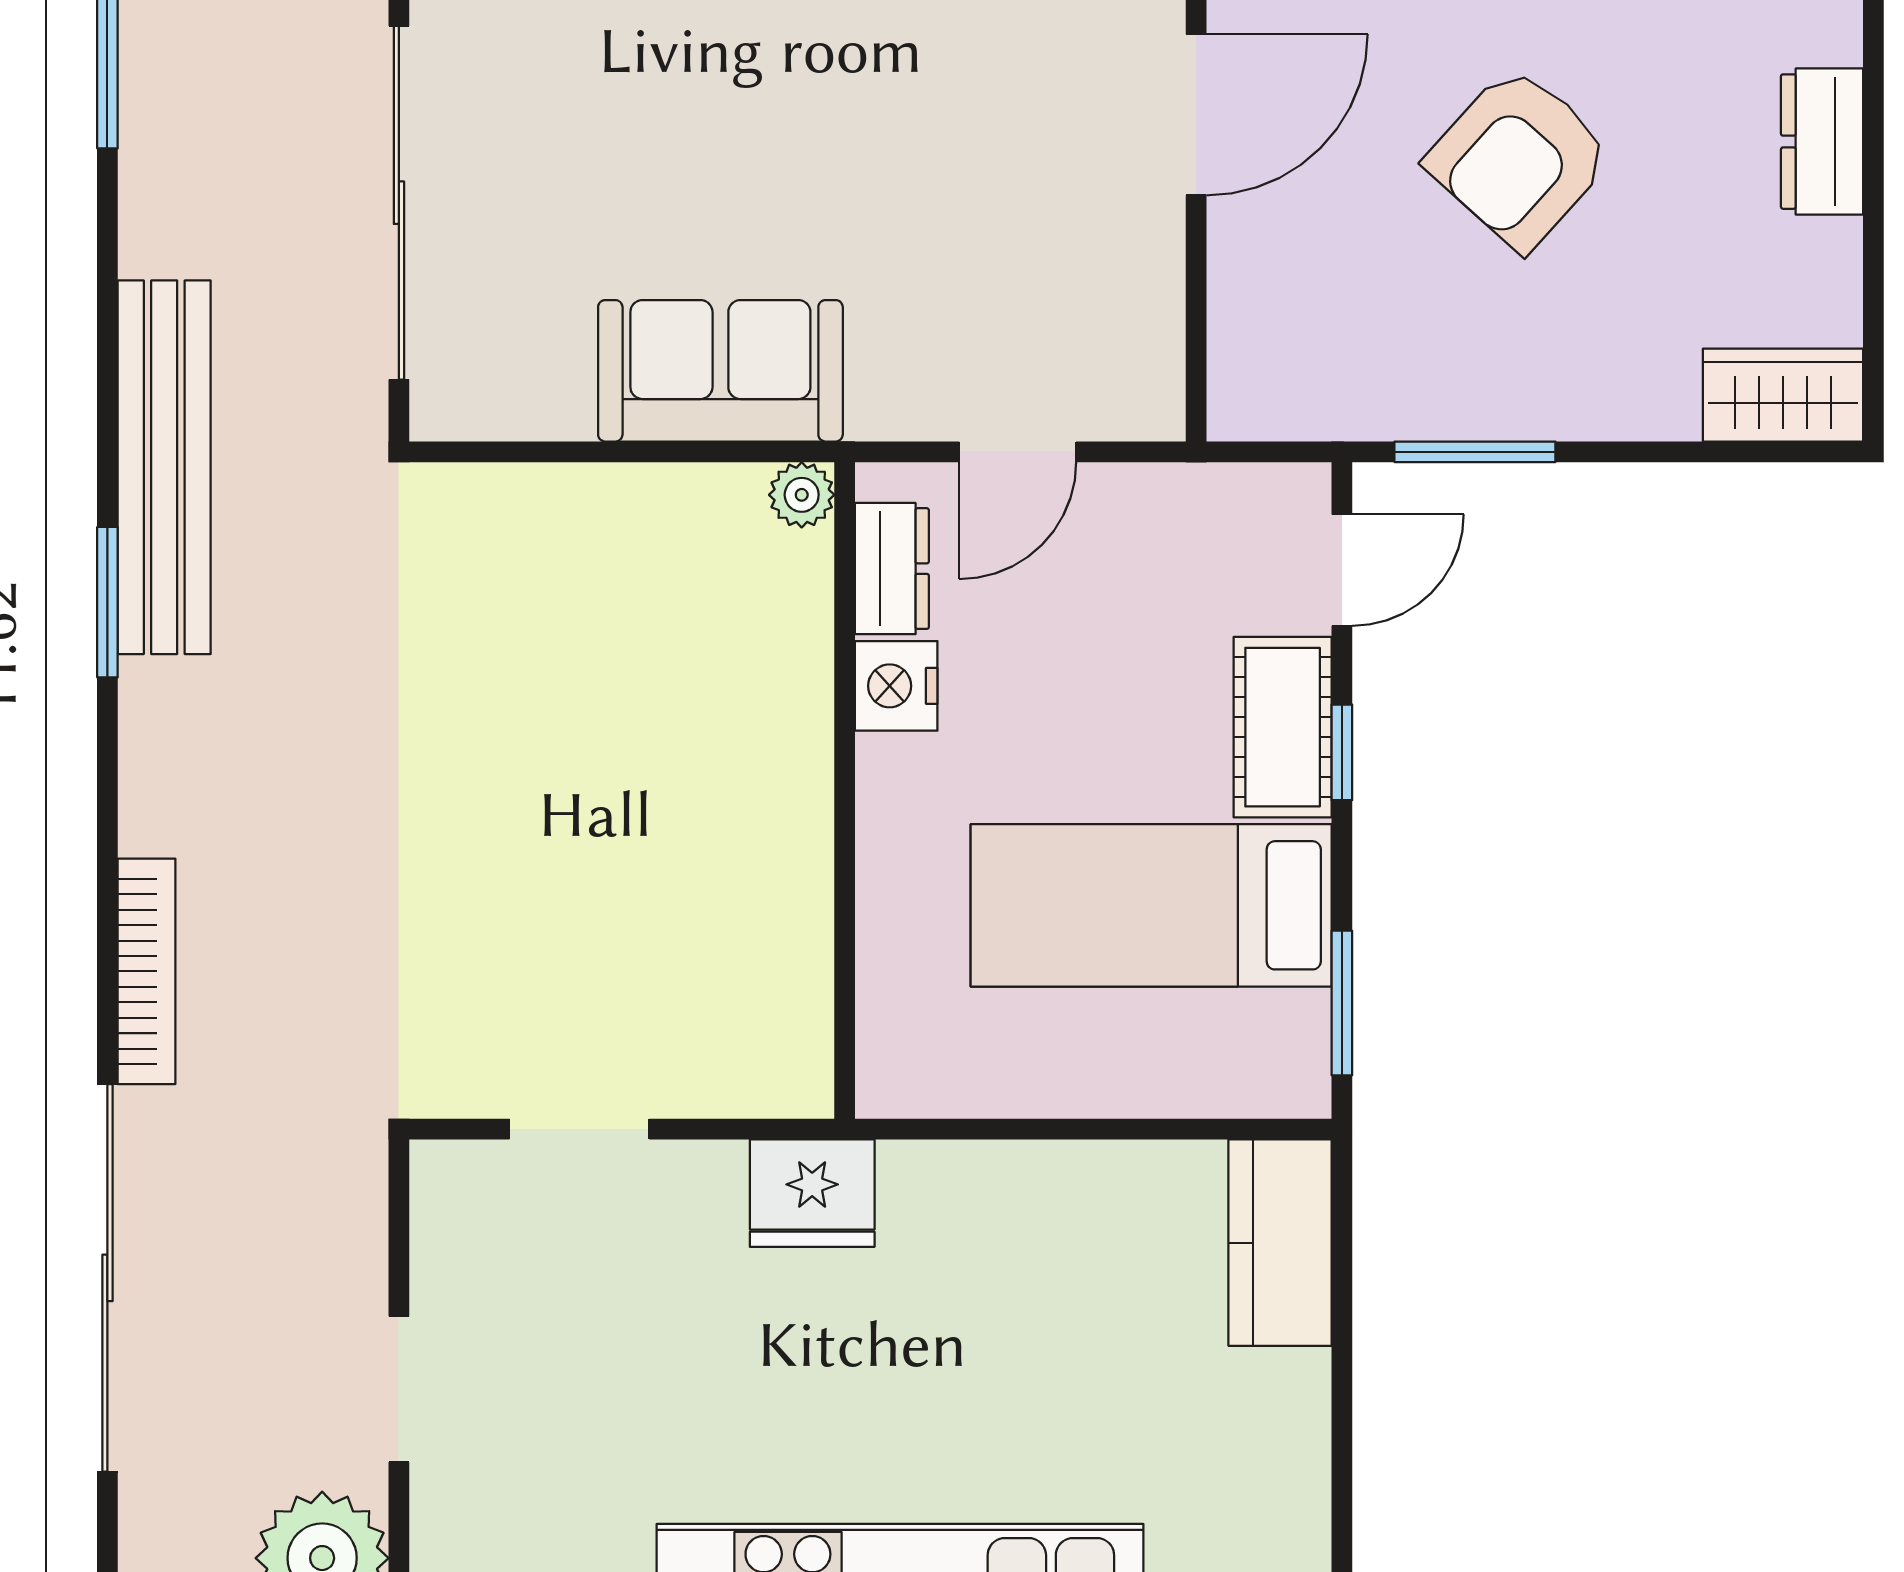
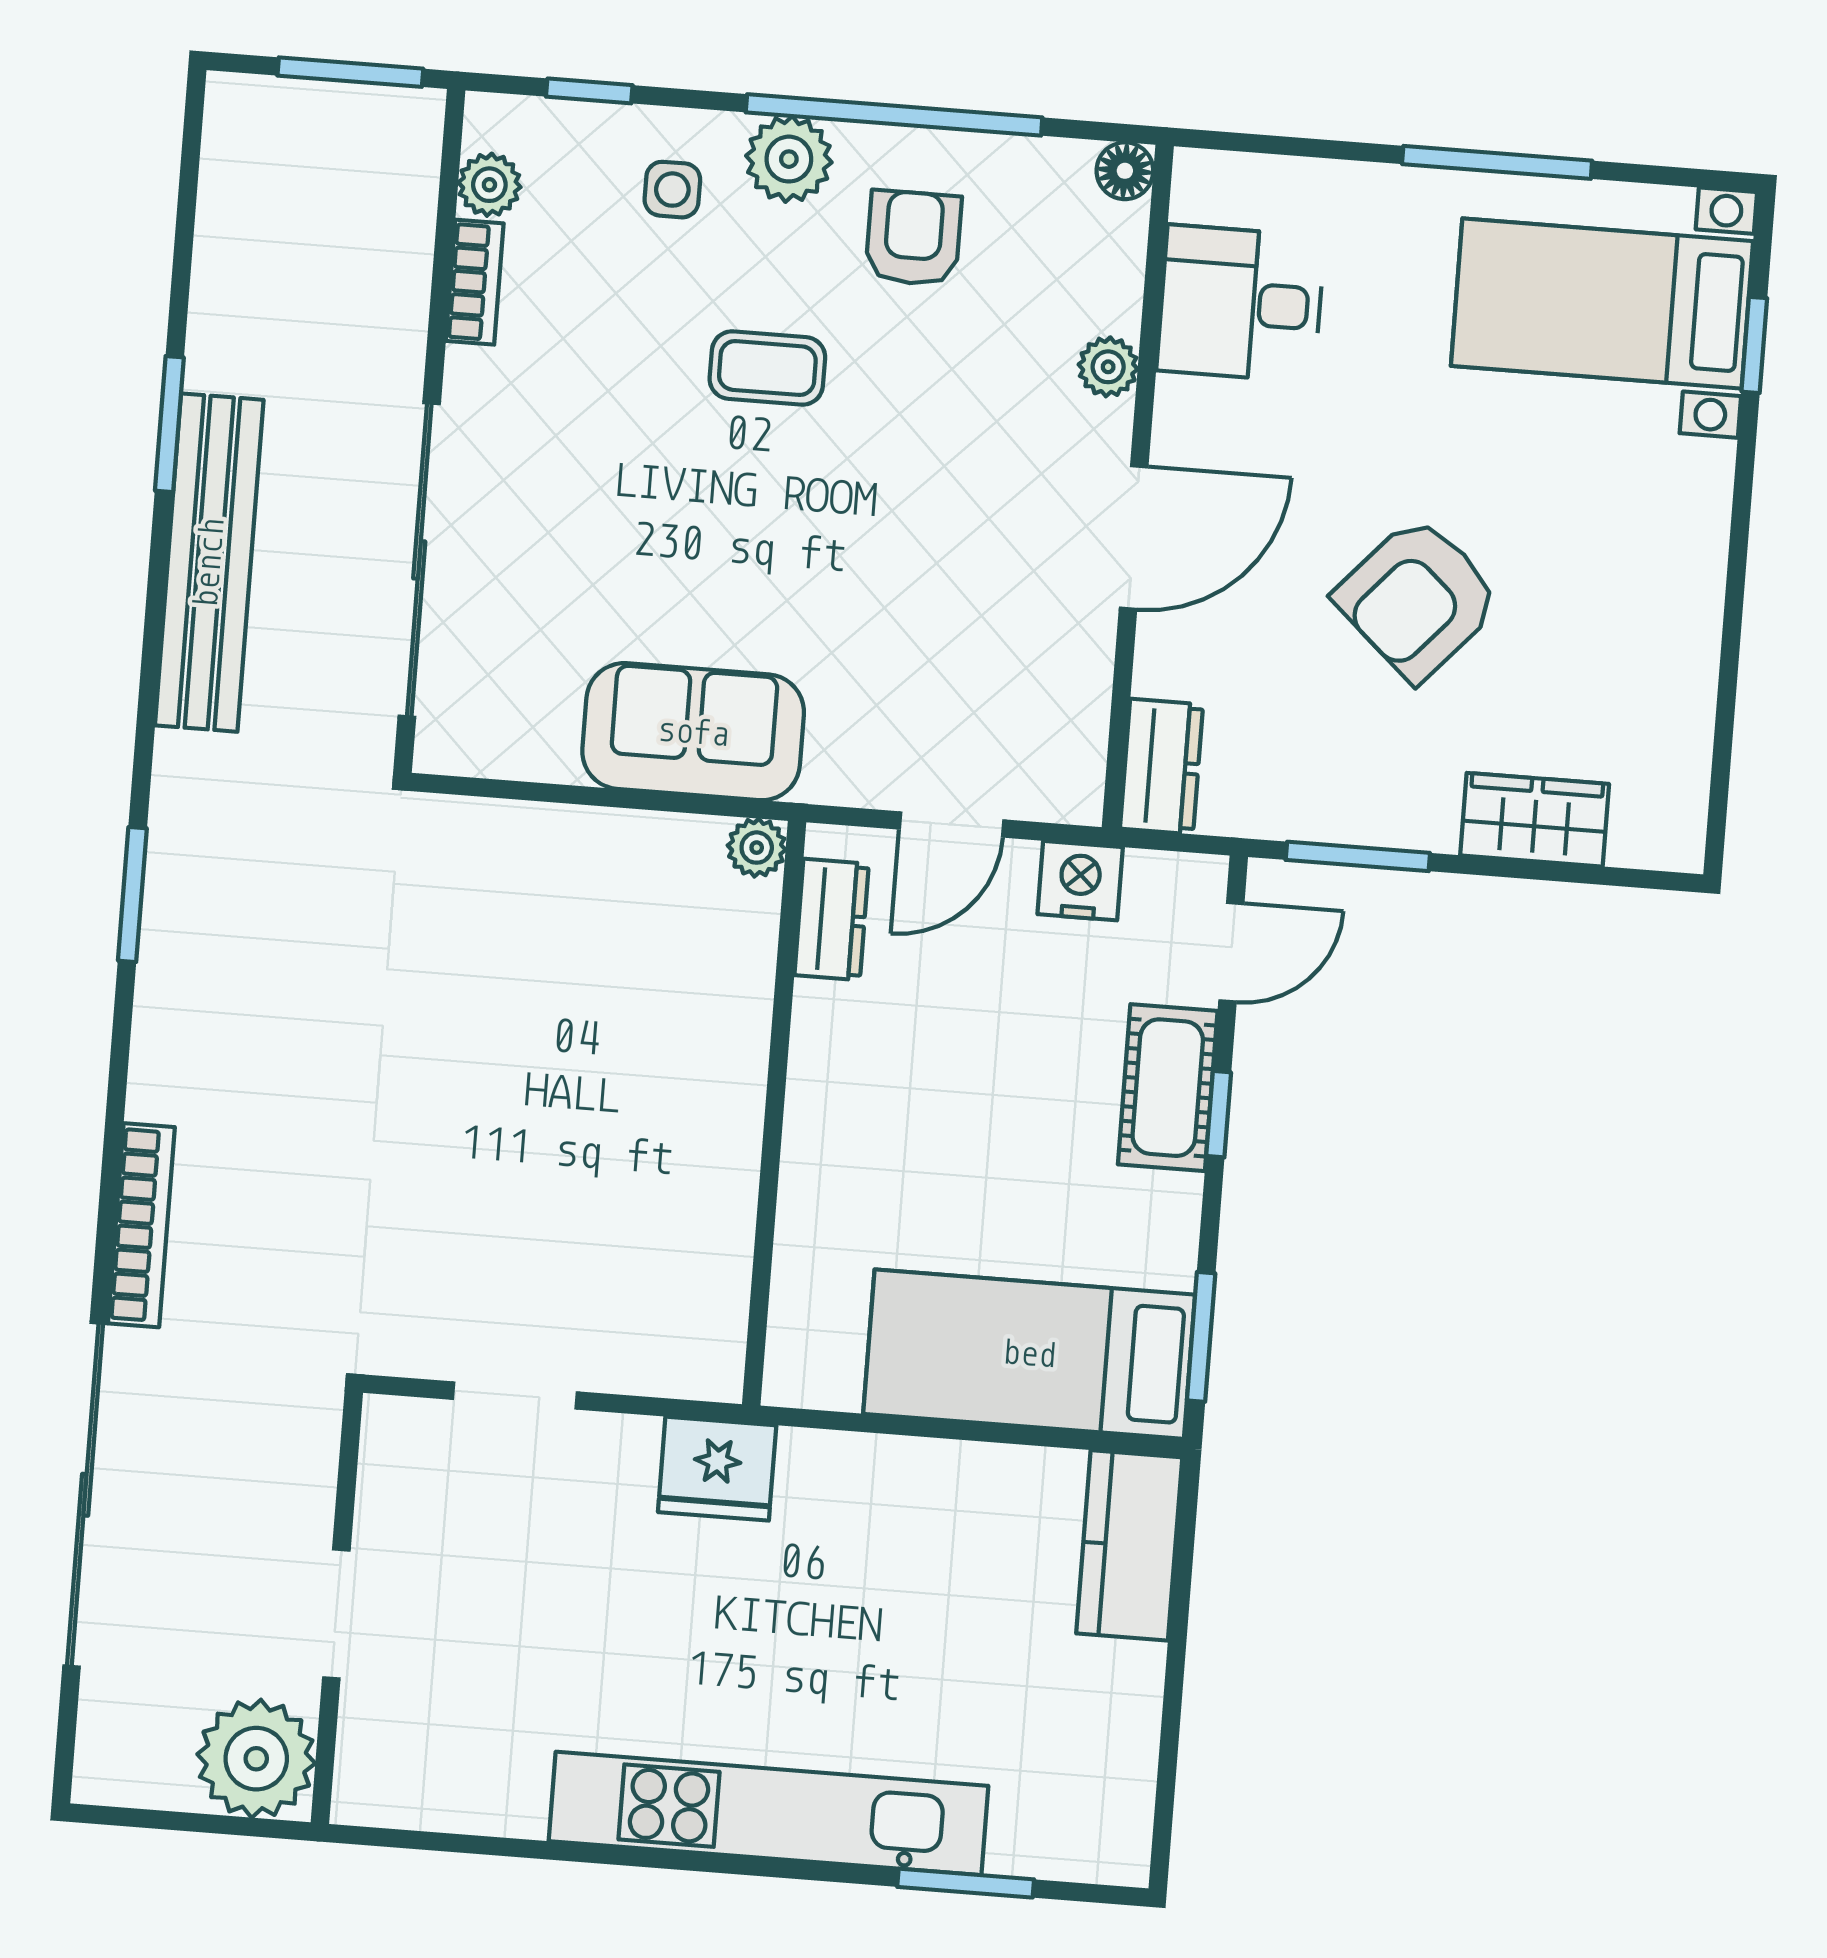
dresser: (1822, 142) -> (1162, 766), moved, turned 180
wardrobe: (1783, 395) -> (1535, 820), moved
bench: (164, 467) -> (209, 563), moved
nightstand: (896, 686) -> (1080, 881), moved, turned 90
bed: (1151, 905) -> (1029, 1354), moved

